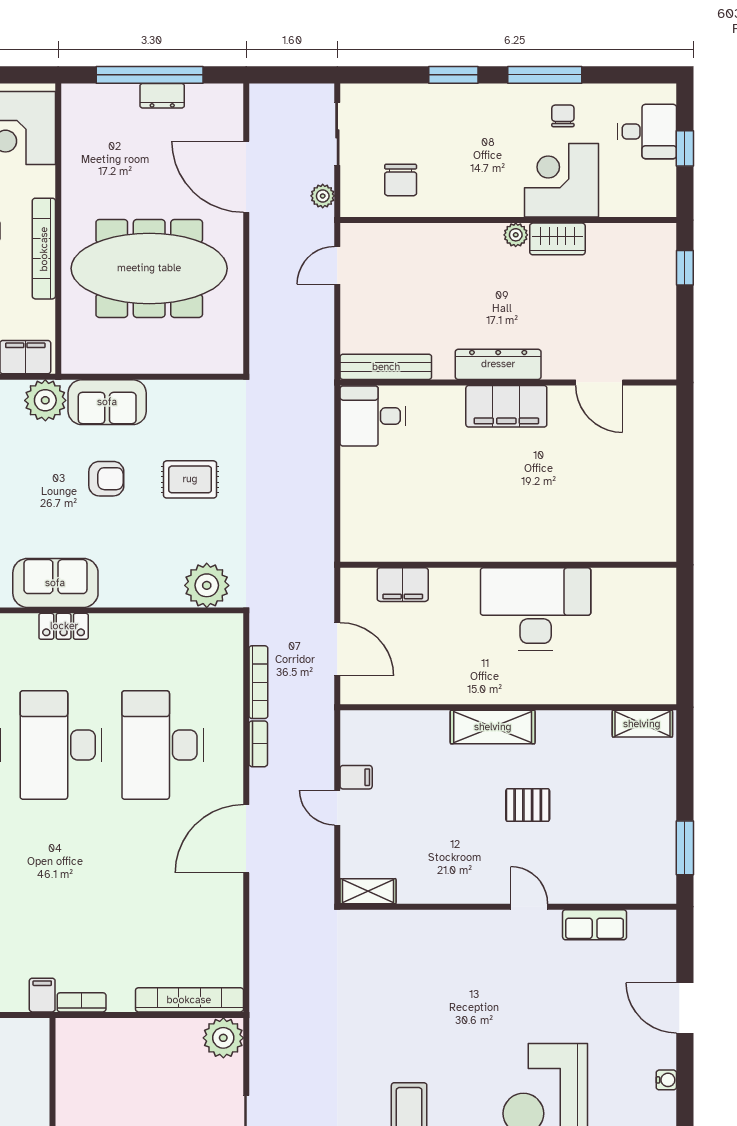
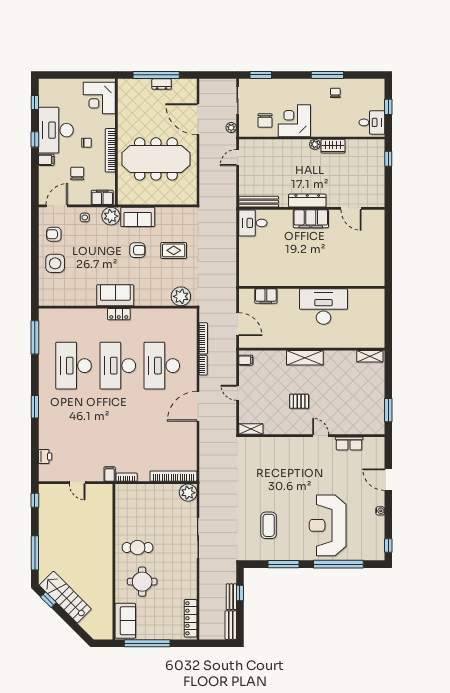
window: (453, 75) -> (261, 75), moved
desk: (647, 131) -> (372, 122), moved
corner desk: (562, 180) -> (294, 121), moved
filing cabinet: (356, 777) -> (246, 360), moved
pallet: (528, 805) -> (299, 401), moved

